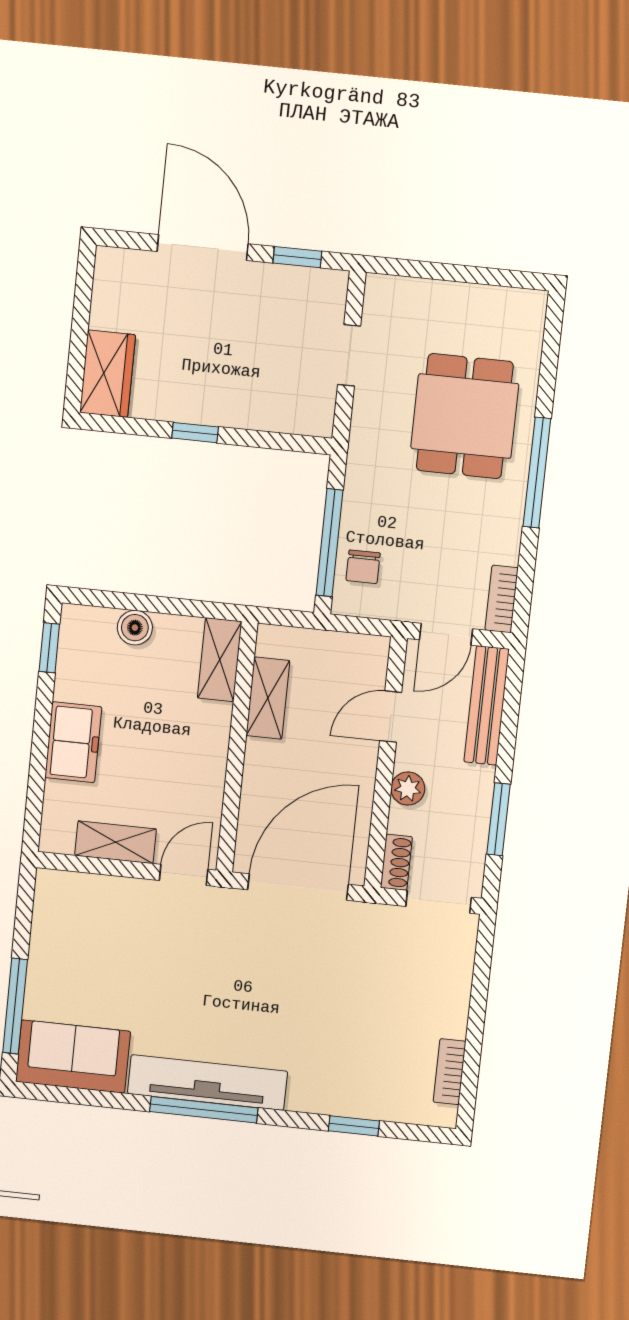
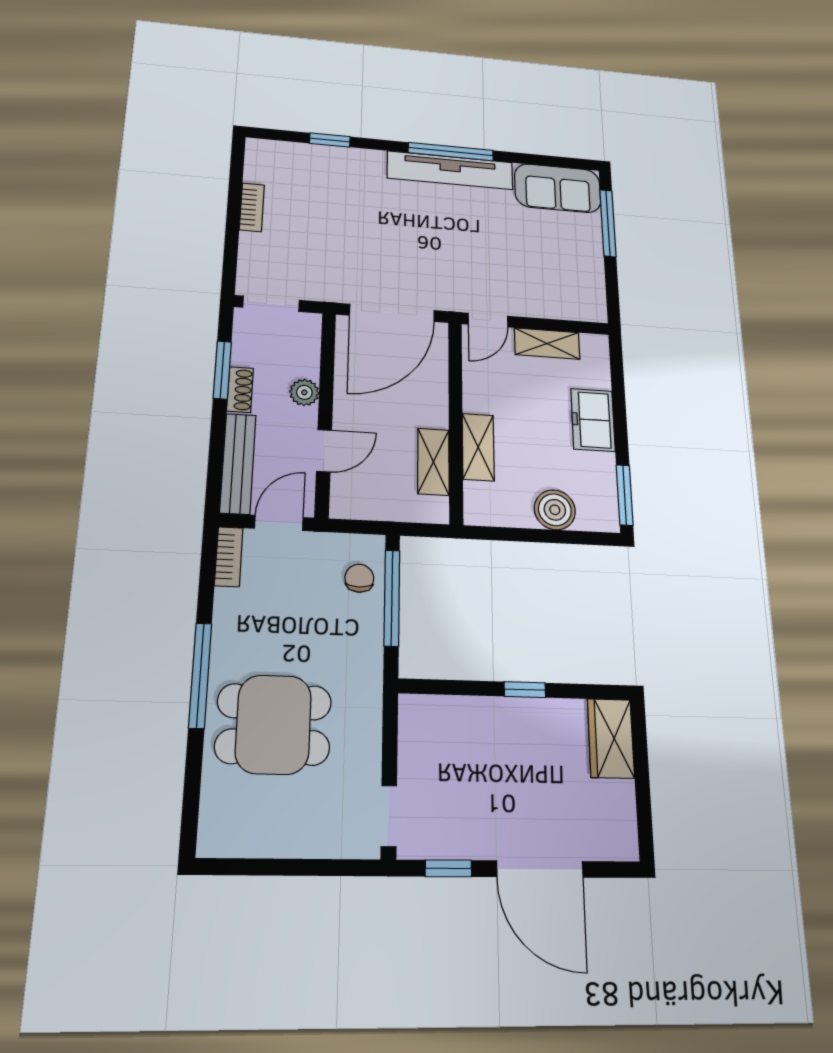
doorway: (349, 355) -> (389, 816), moved
dining table: (465, 416) -> (273, 724), turned 90
boiler: (135, 628) -> (555, 510), width x1.36, depth x1.36
window: (49, 648) -> (625, 495), width x1.50
shelving: (220, 660) -> (478, 447), moved
shoe rack: (396, 862) -> (240, 390), moved, turned 180
bookcase: (450, 1072) -> (252, 207), moved

